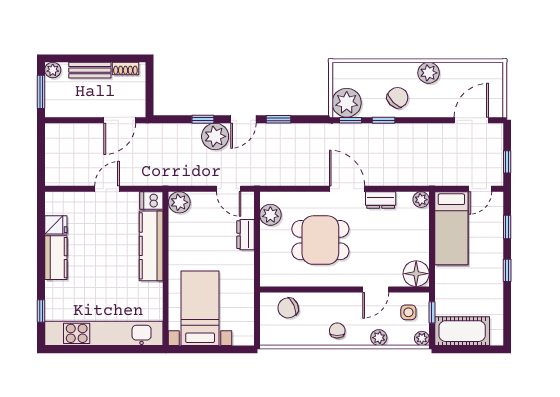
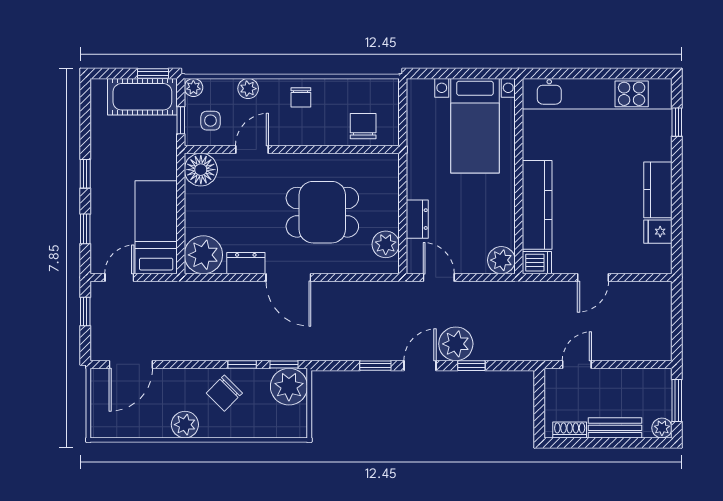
door: (120, 120) -> (577, 364), width x0.73
plant: (421, 200) -> (203, 255), width x1.88, depth x1.88
chair: (288, 308) -> (363, 126), turned -66
window: (454, 349) -> (153, 73), added

